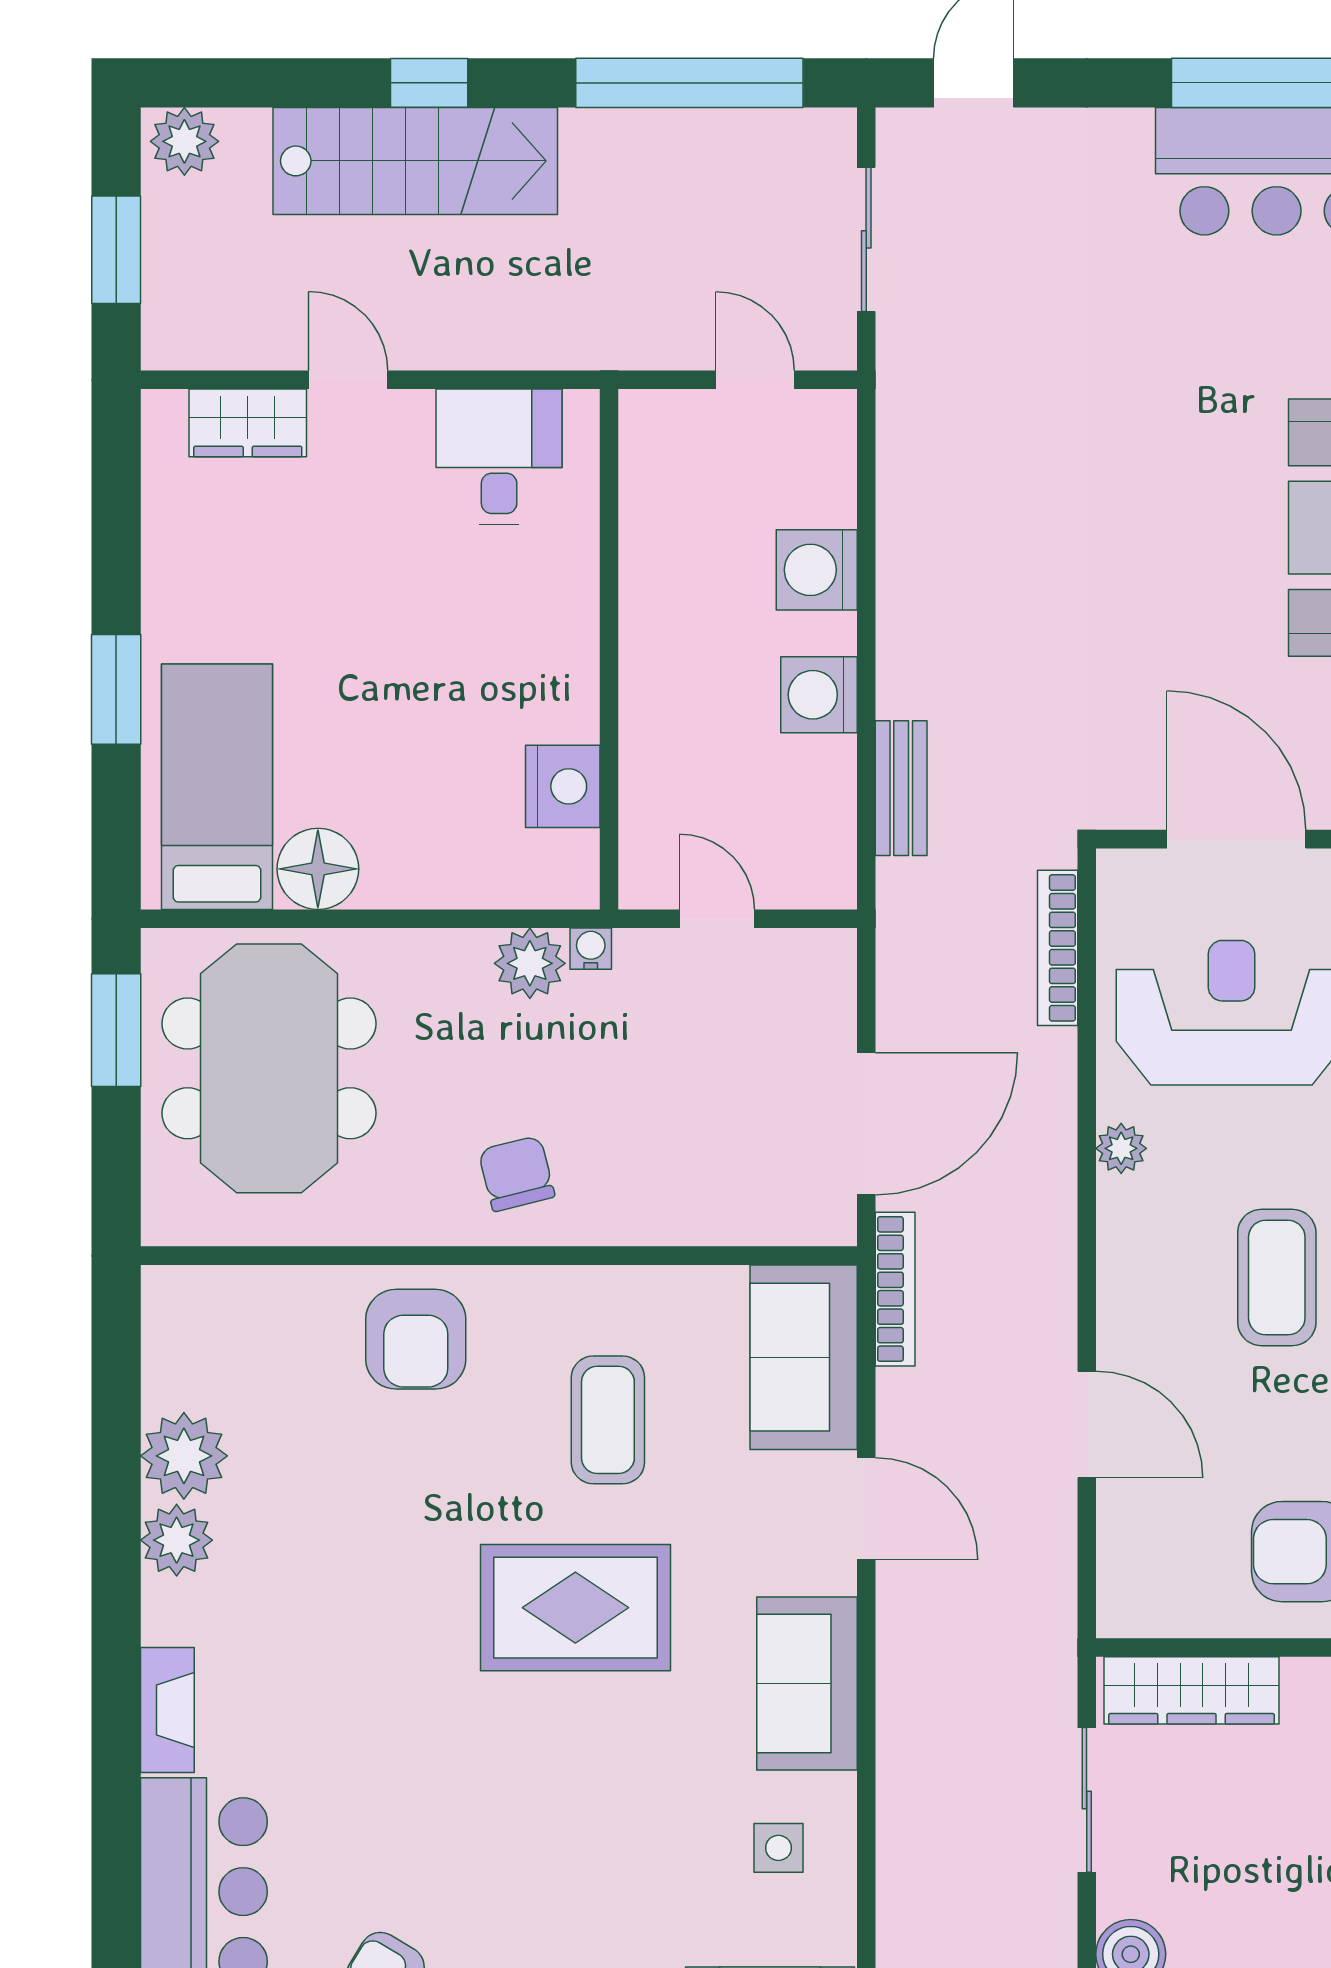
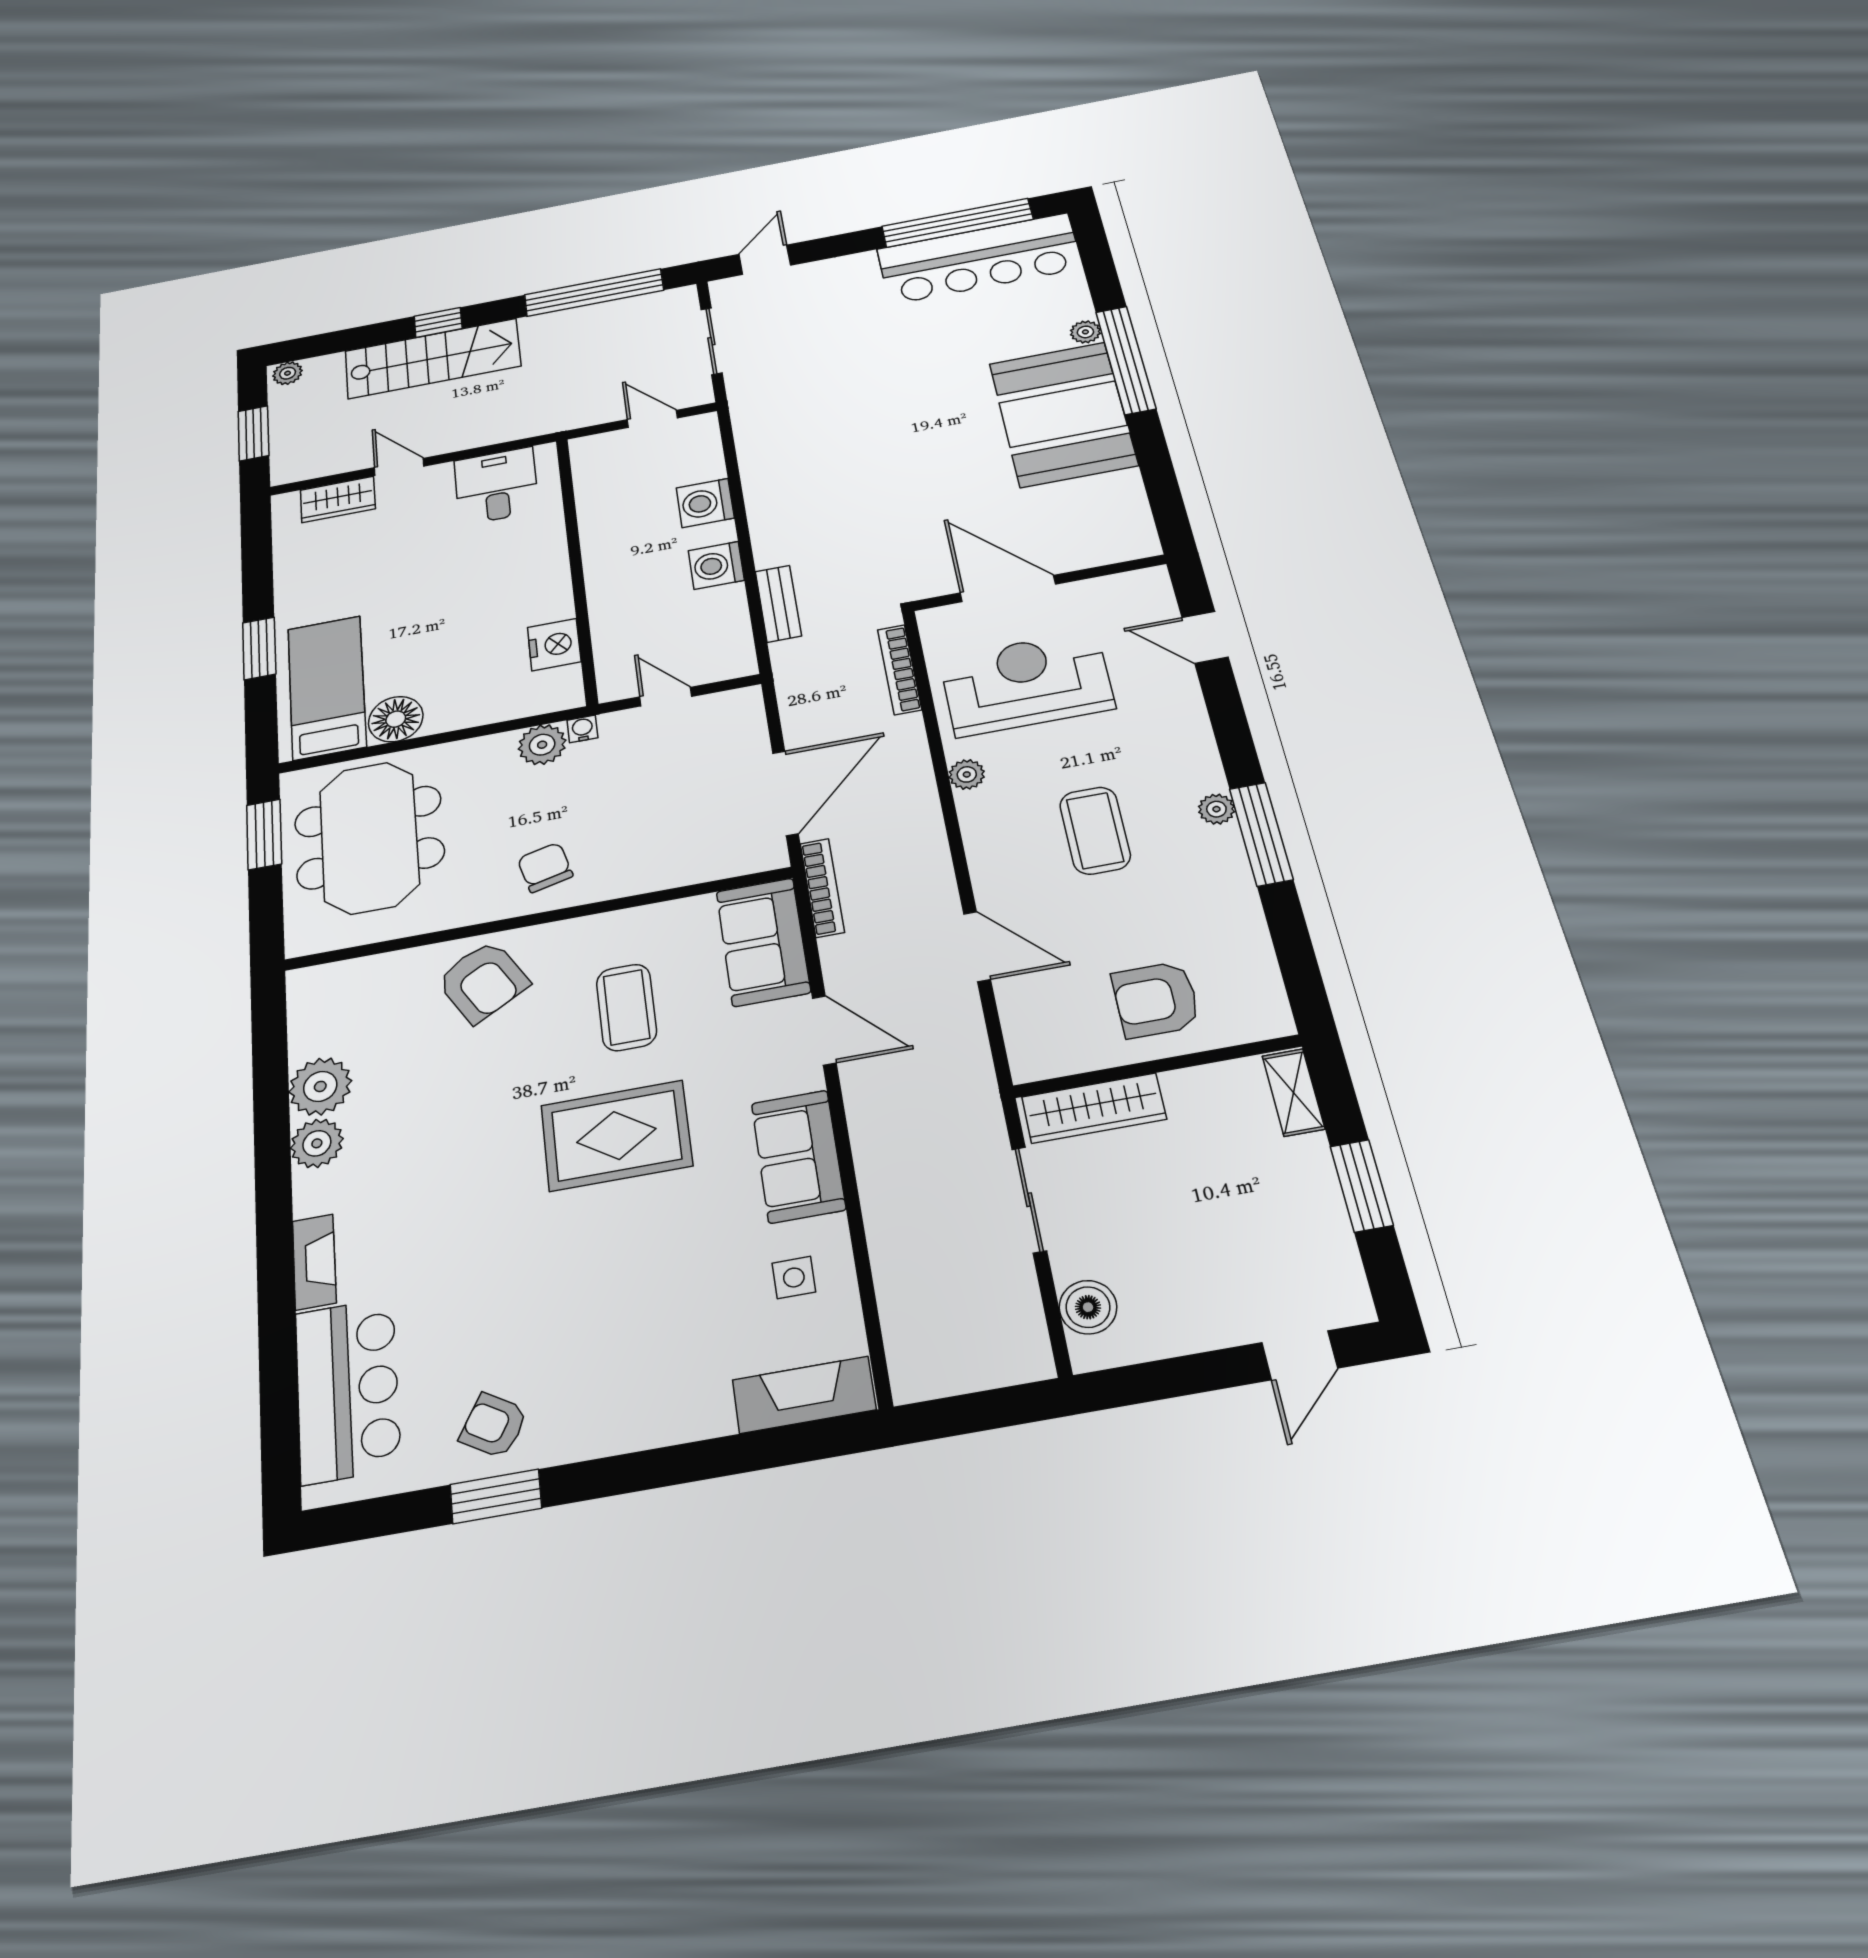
plant: (184, 141) -> (288, 373), width x0.73, depth x0.73
armchair: (416, 1339) -> (483, 981), turned -30

